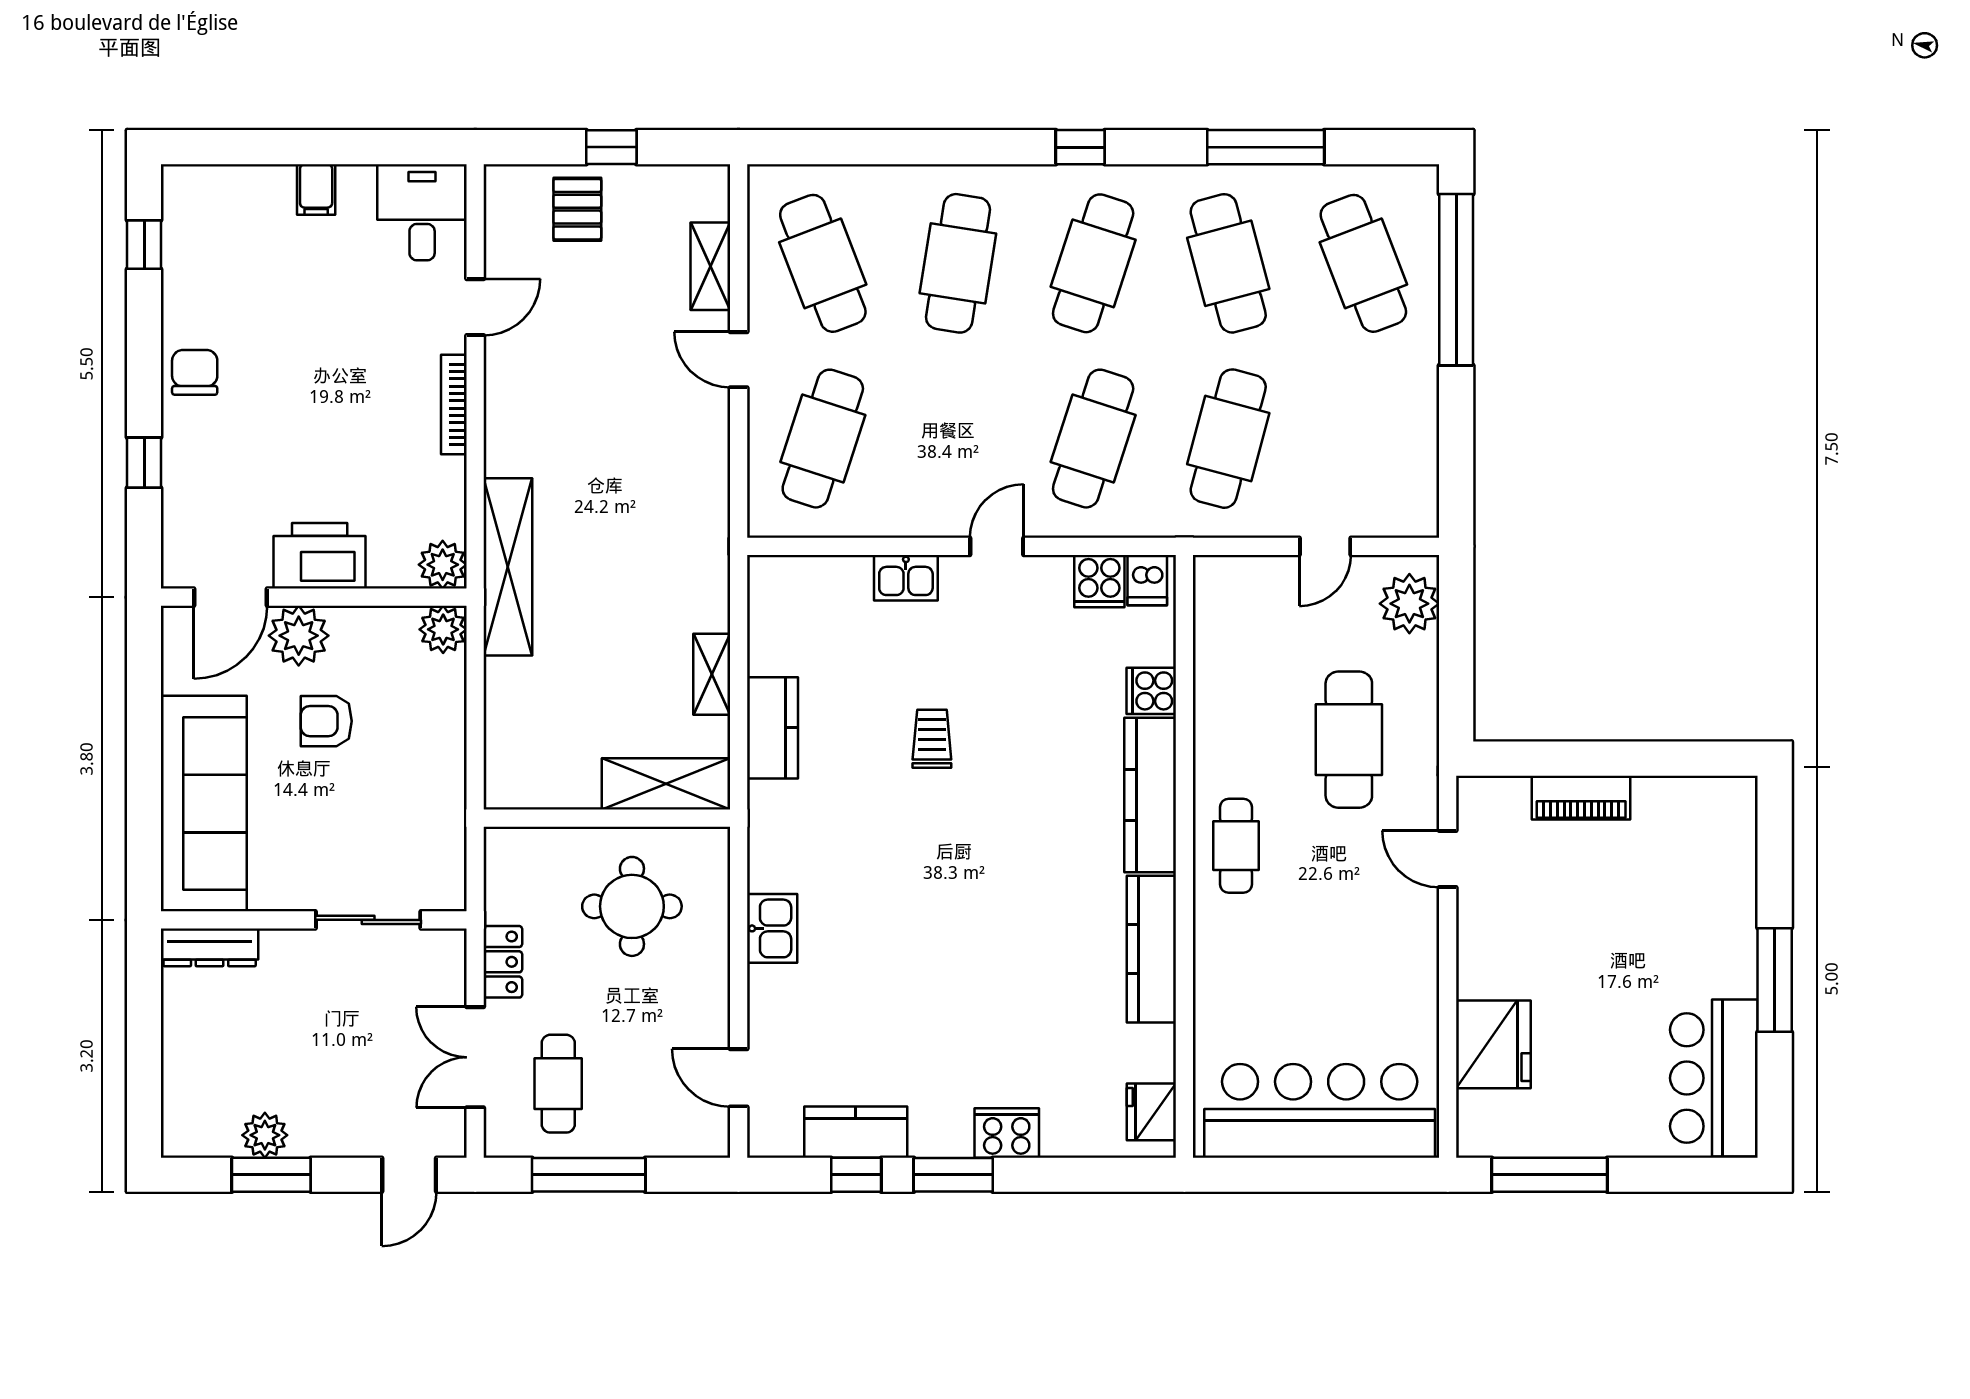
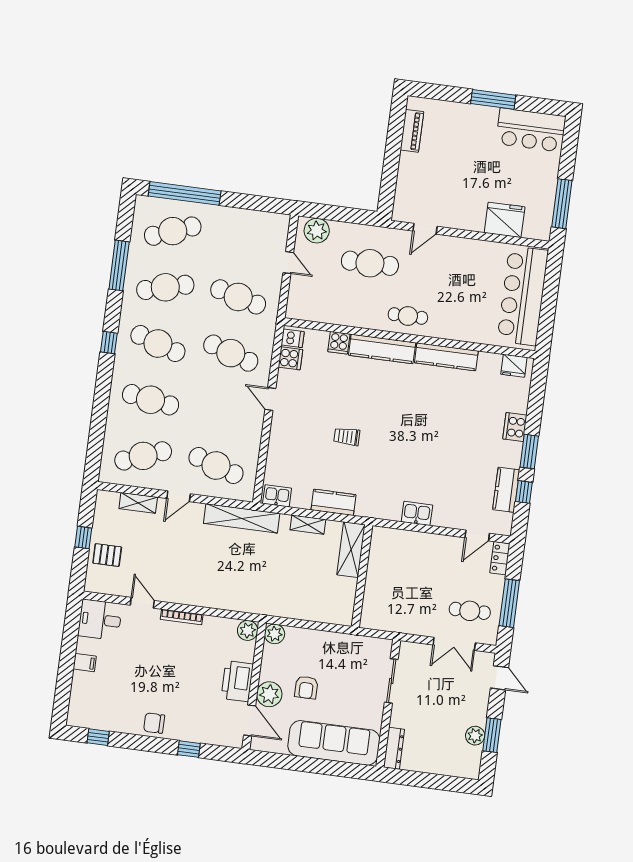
shelving: (508, 567) -> (242, 518), moved
kitchen sink: (906, 578) -> (277, 496), moved, turned -90
piano: (1581, 798) -> (412, 131), moved
round table: (632, 906) -> (400, 570), removed
locker: (503, 962) -> (500, 558), moved, turned -90

